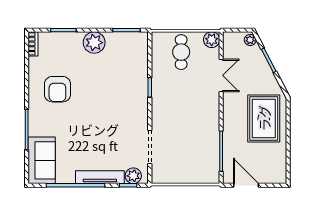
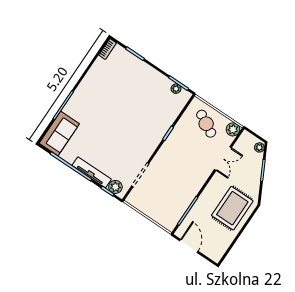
plant: (94, 43) -> (176, 89), moved, width x0.53, depth x0.53
cafe table: (181, 52) -> (206, 124), turned -61
armchair: (57, 89) -> (103, 92), removed

